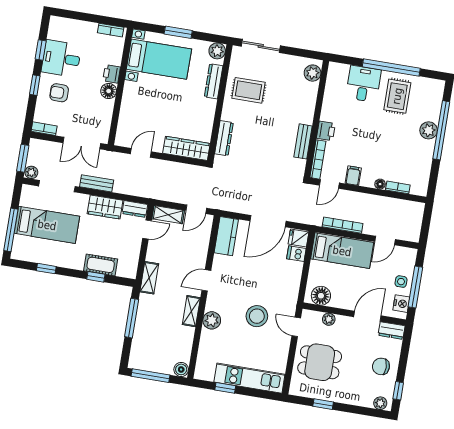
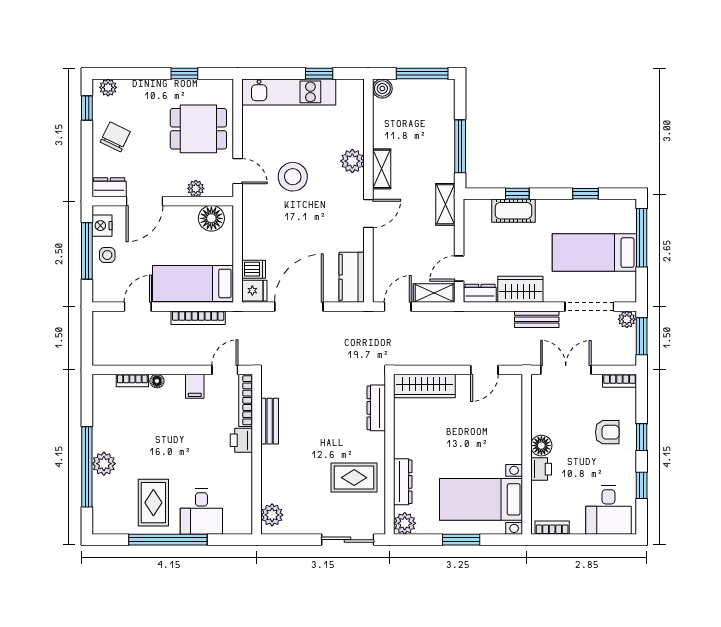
desk: (61, 58) -> (608, 510), moved, turned 90
chair: (381, 366) -> (115, 137), turned -64

